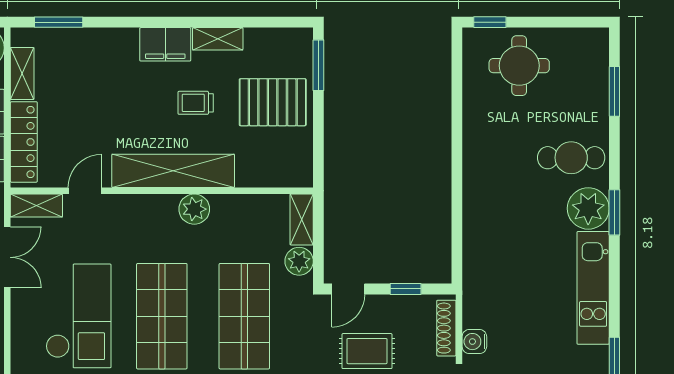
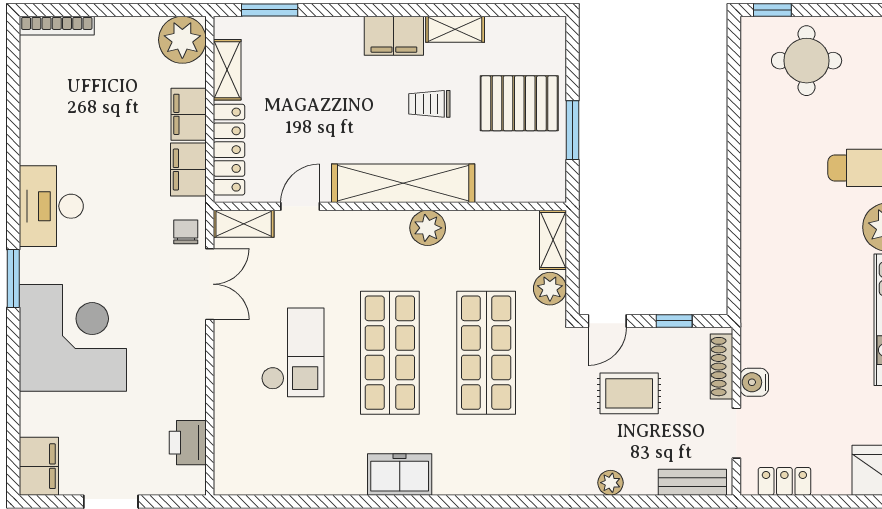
window: (318, 65) -> (573, 130), moved
checkout: (78, 316) -> (293, 352), width x0.73, depth x0.83

